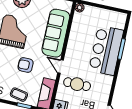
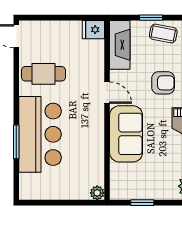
sofa: (56, 33) -> (126, 134), width x0.73
cafe table: (77, 84) -> (43, 74), moved

